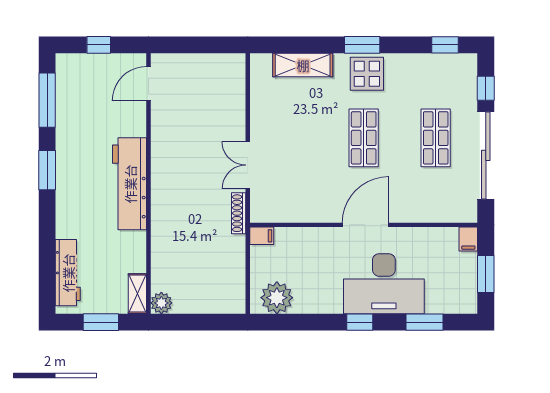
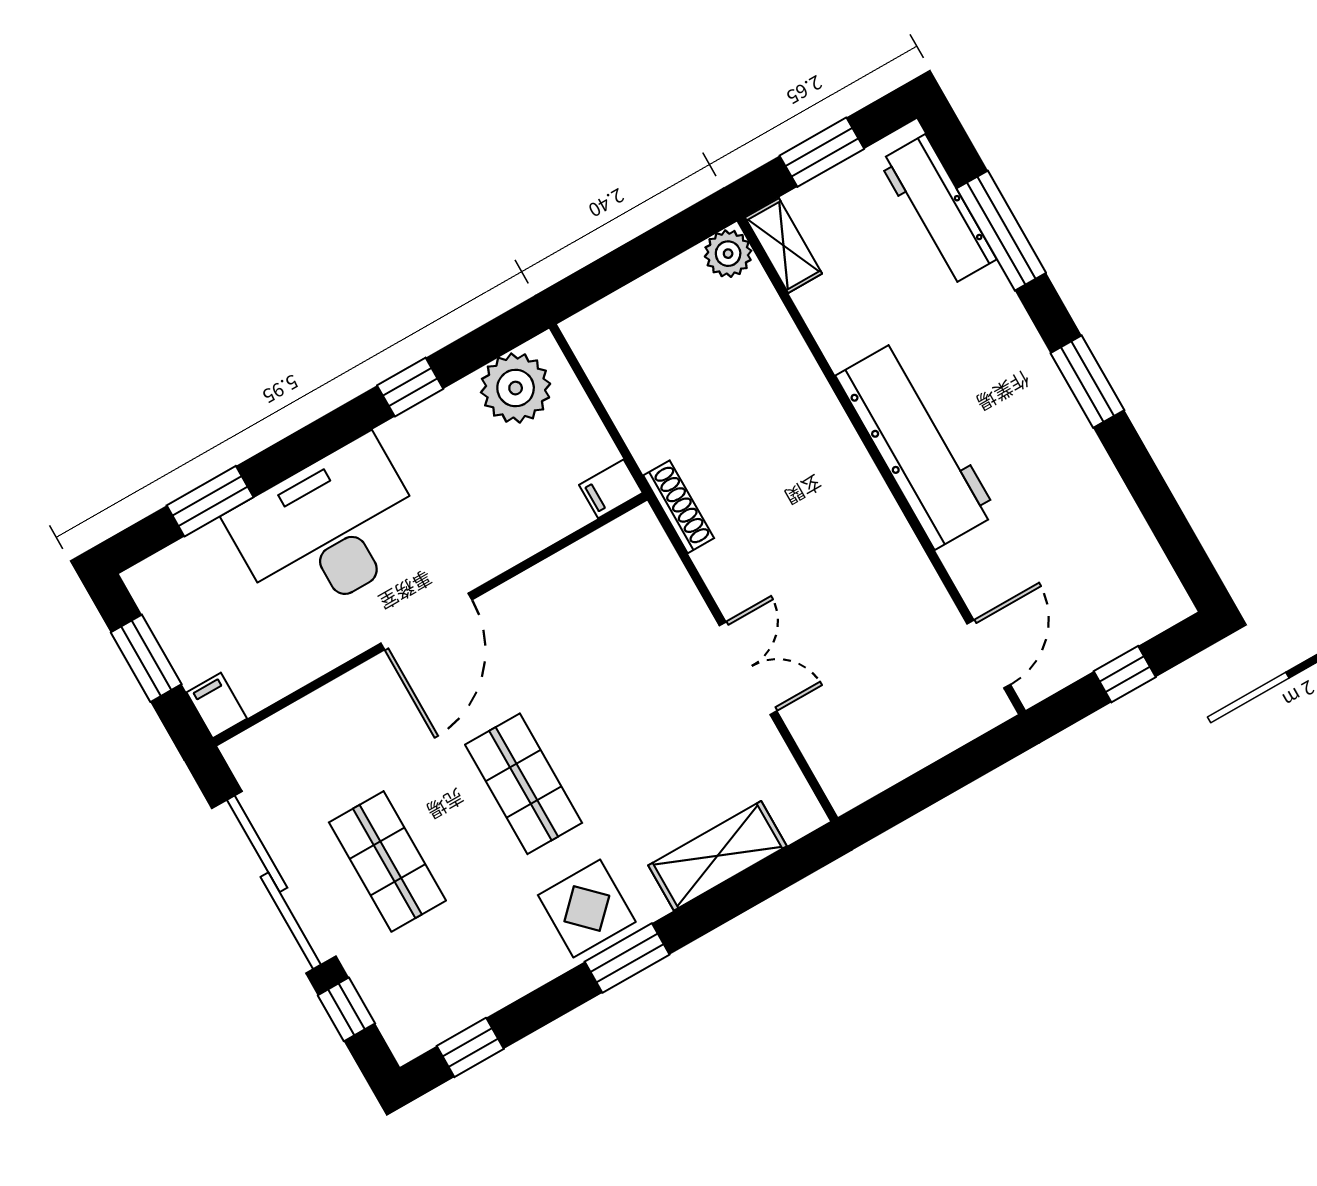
window: (47, 100) -> (1001, 231), moved
double door: (248, 165) -> (748, 668), moved
window: (360, 322) -> (410, 387), moved

